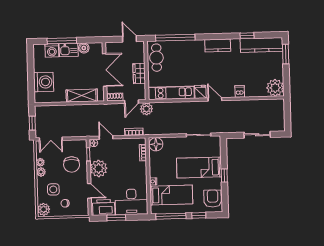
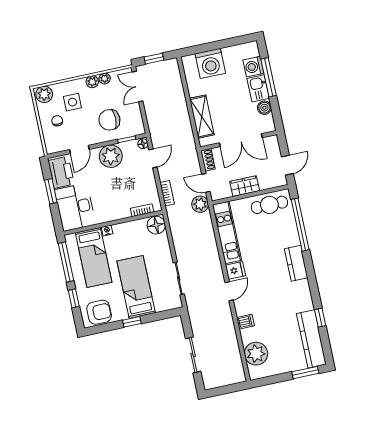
kitchen counter: (218, 45) -> (296, 263), moved
plant: (275, 88) -> (256, 354), moved

